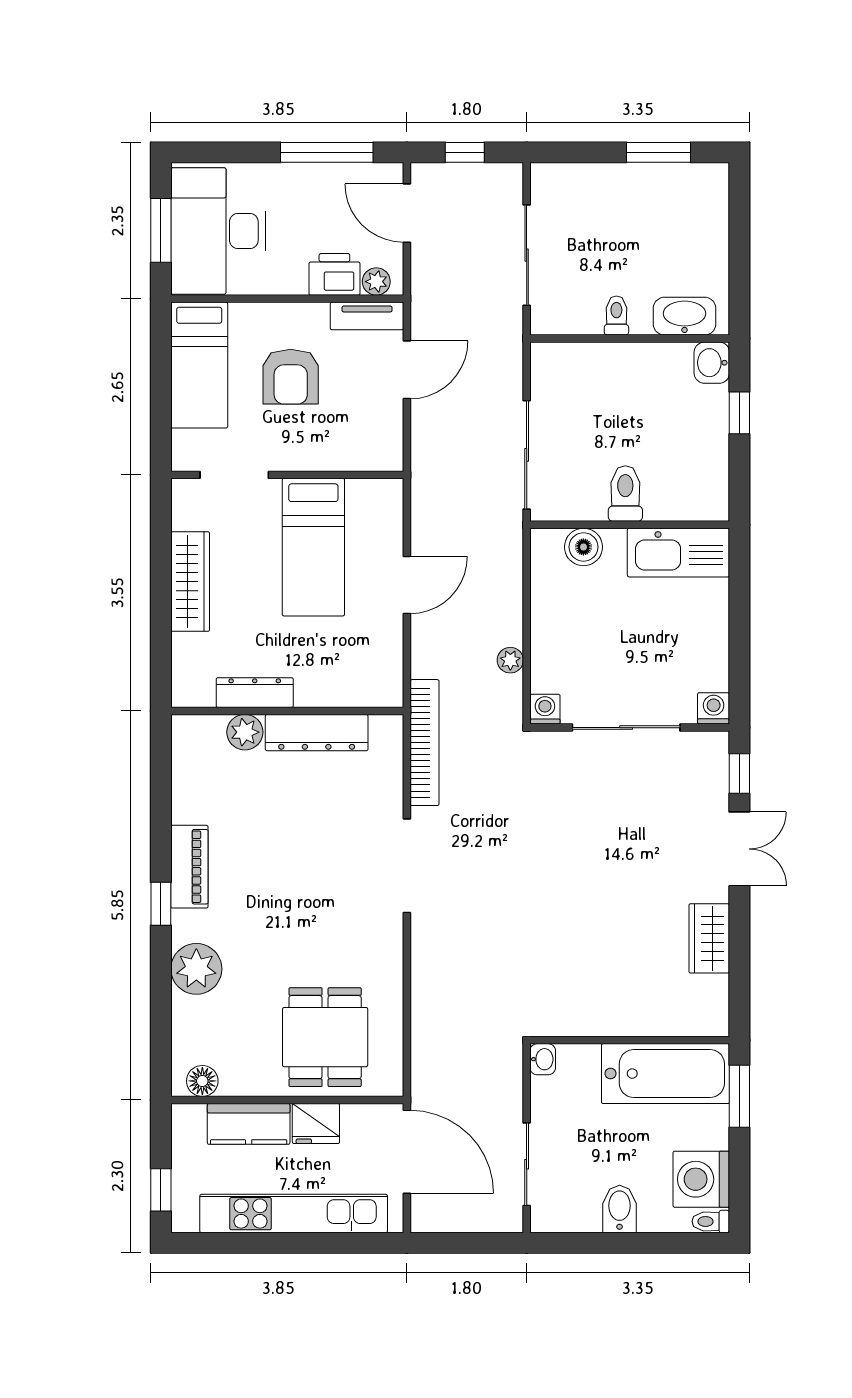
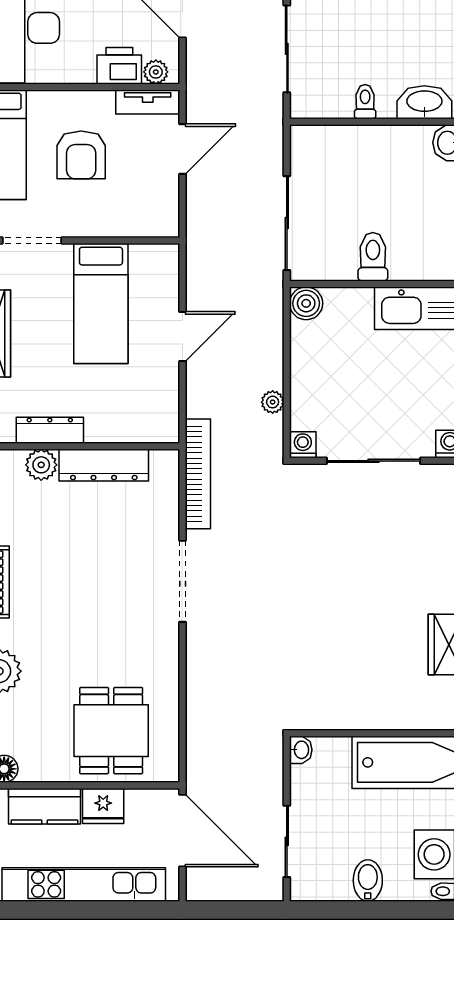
boiler: (583, 547) -> (306, 303), moved

